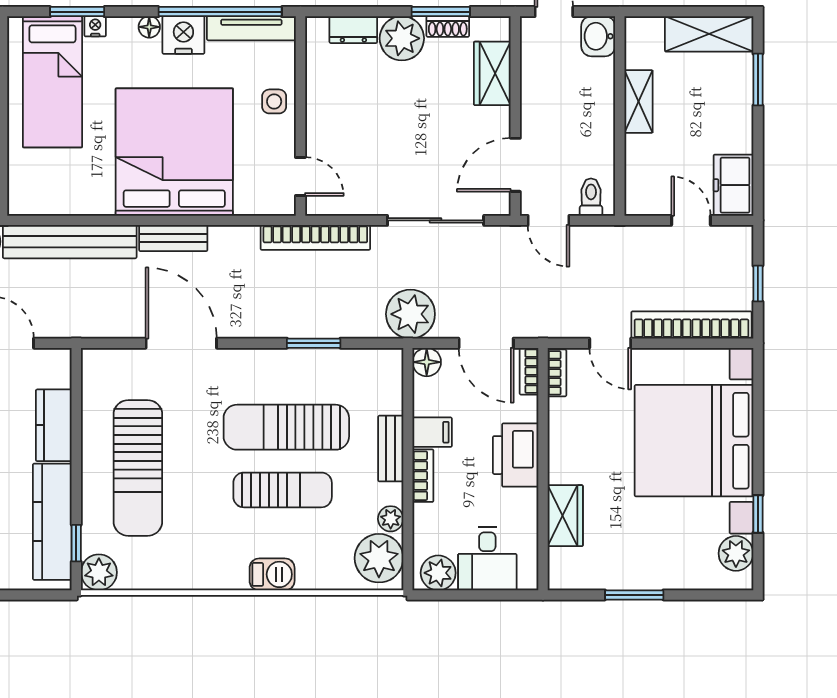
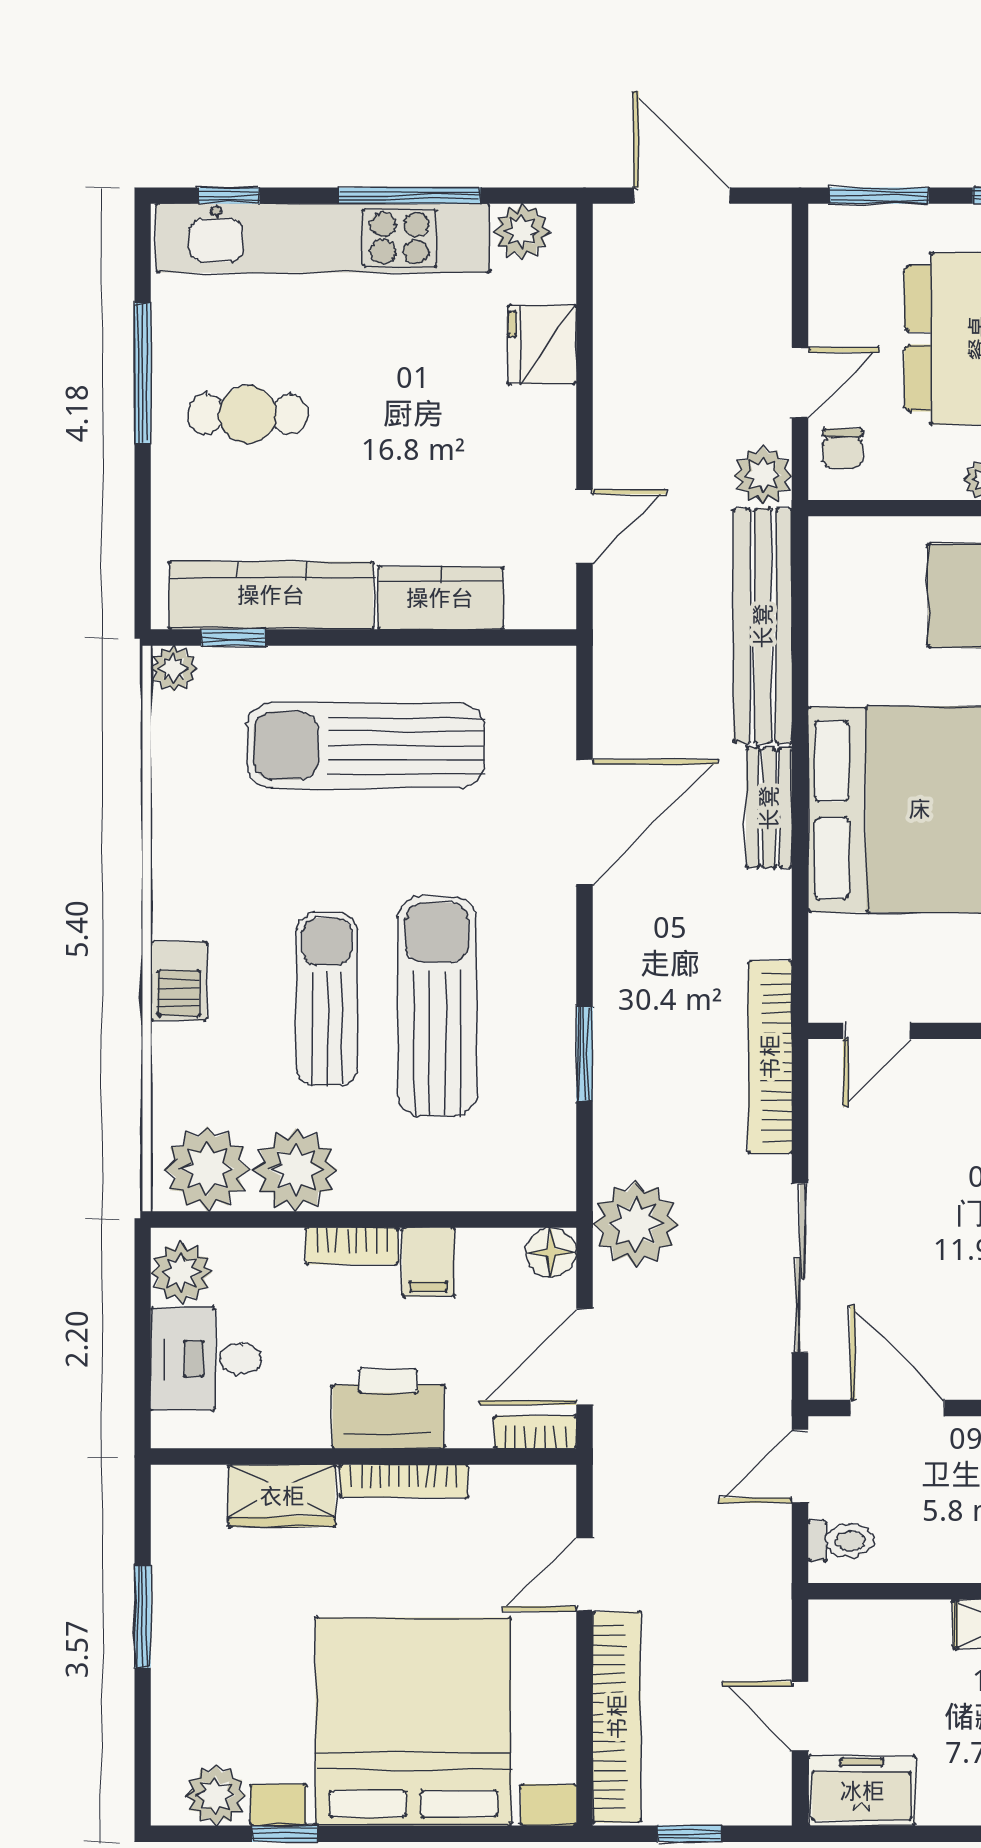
door: (691, 220) -> (800, 1716), swing flipped
bookcase: (557, 373) -> (404, 1481), moved, width x1.56
bench: (391, 449) -> (400, 1189), removed
sun lounger: (283, 490) -> (327, 1000), turned 180
plant: (391, 519) -> (296, 1170), width x1.88, depth x1.88
plant: (99, 572) -> (174, 669), width x0.73, depth x0.73

